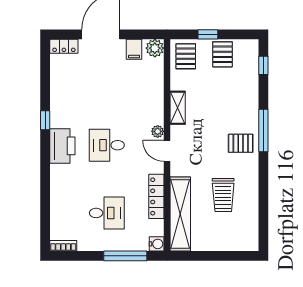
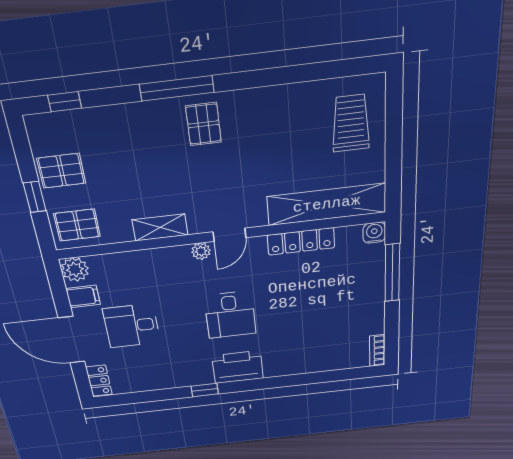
trolley: (223, 195) -> (351, 123), moved, turned -90
desk: (107, 213) -> (132, 326), moved, turned -90

